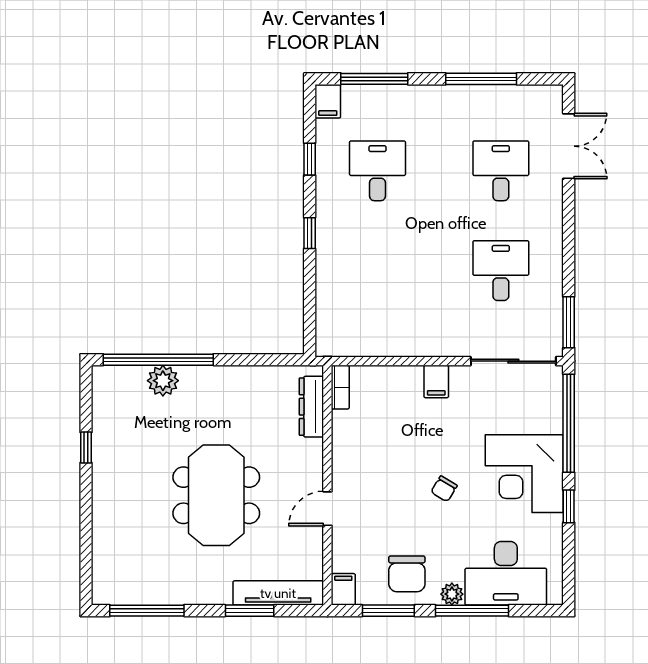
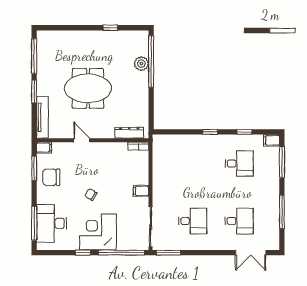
plant: (452, 594) -> (42, 198), removed
window: (250, 611) -> (34, 92), moved
window: (472, 611) -> (34, 223), moved

